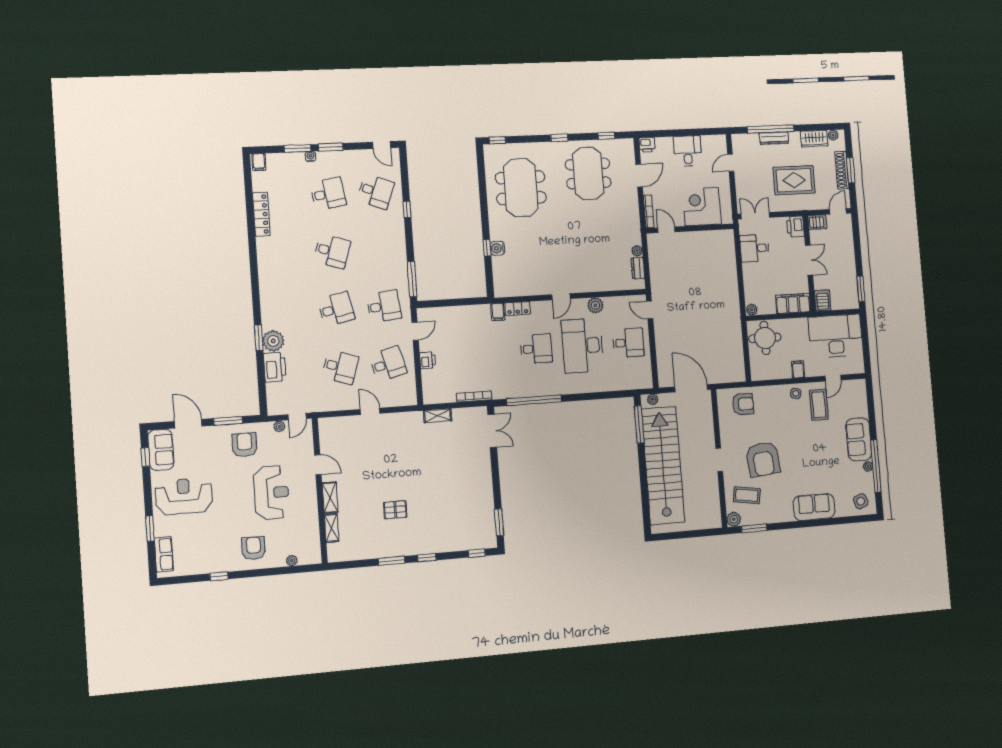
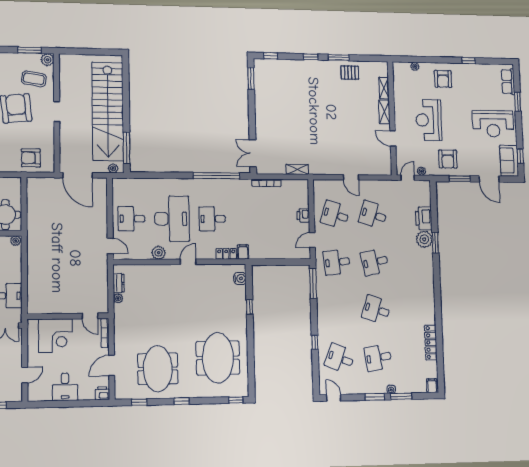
water cooler: (497, 248) -> (240, 278), moved
desk: (388, 364) -> (335, 215), turned 33
pallet: (395, 510) -> (350, 73), moved

